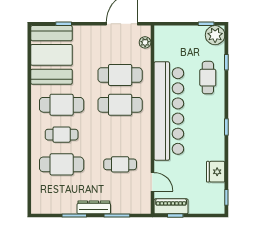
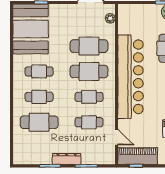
cafe table: (62, 105) -> (39, 71), width x0.73, depth x0.74
cafe table: (120, 135) -> (89, 97), added
piano: (171, 206) -> (138, 156), width x1.37, depth x1.33

